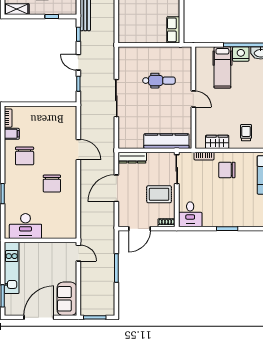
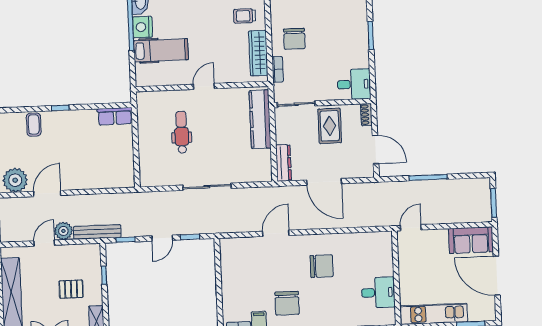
wardrobe: (217, 142) -> (258, 53), width x1.50
chair: (25, 156) -> (287, 303), turned 90
desk: (25, 226) -> (378, 292), width x0.73

